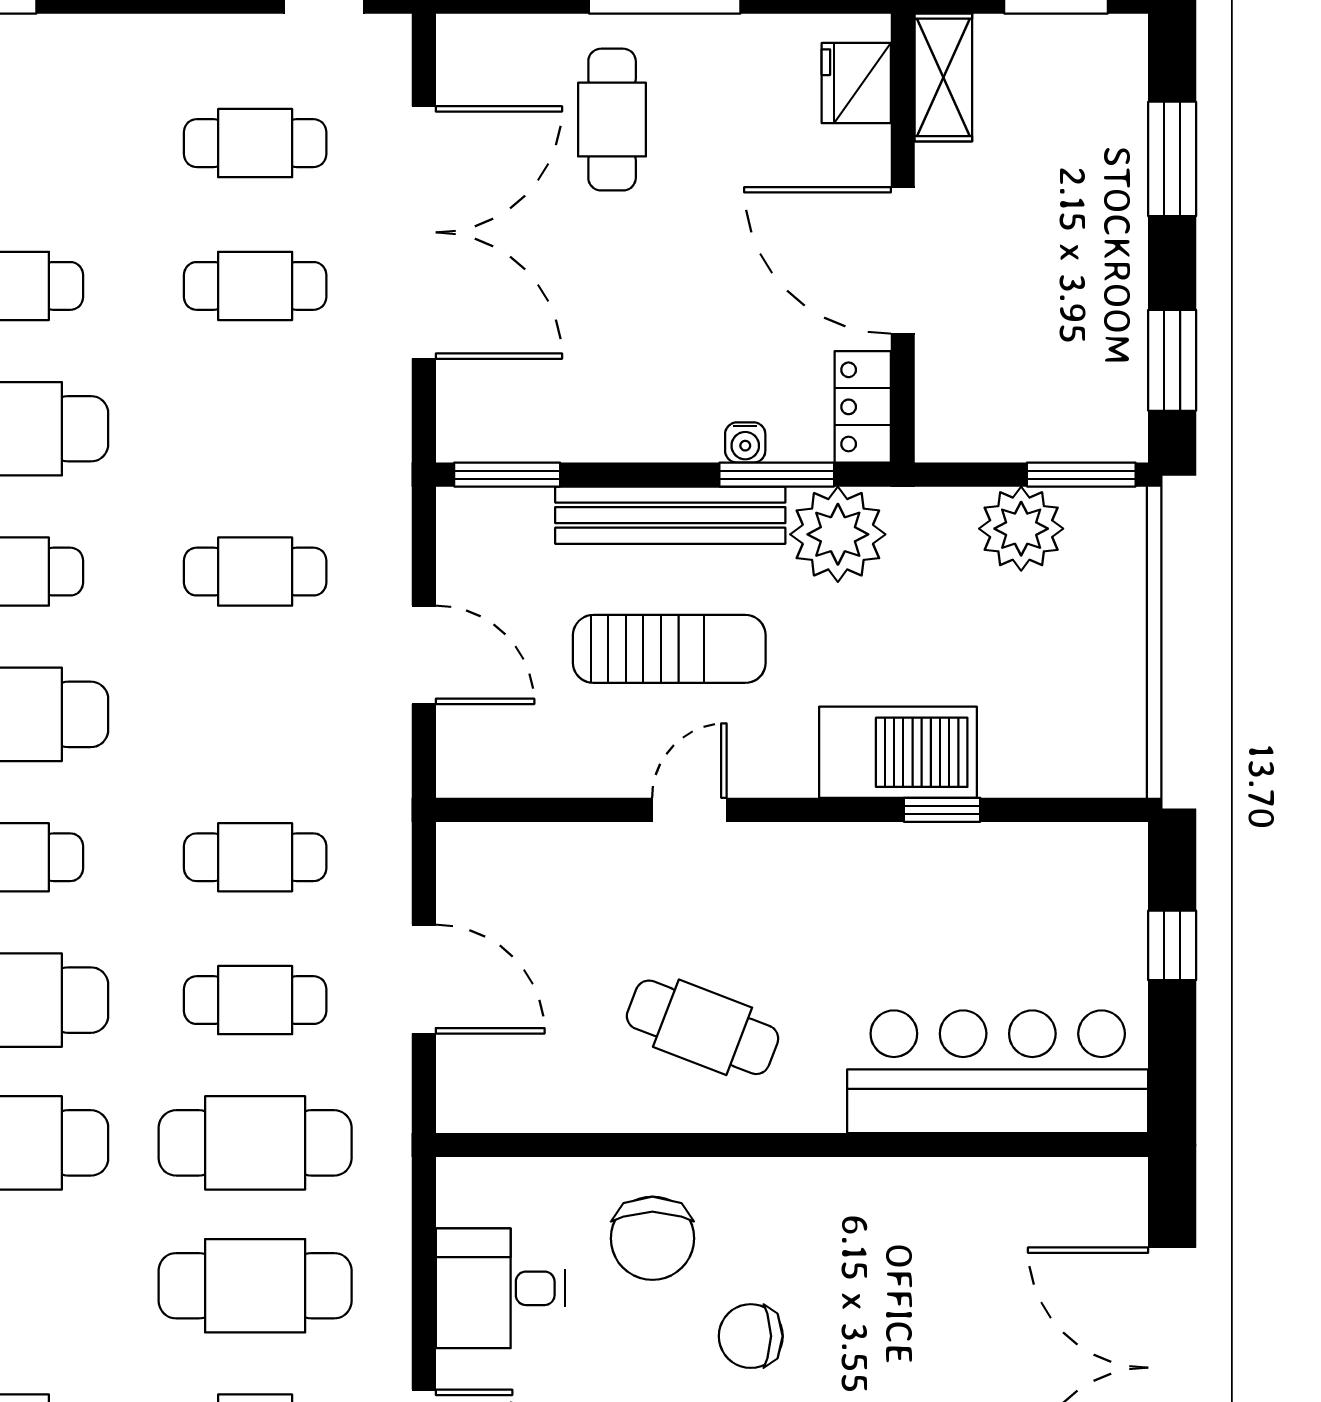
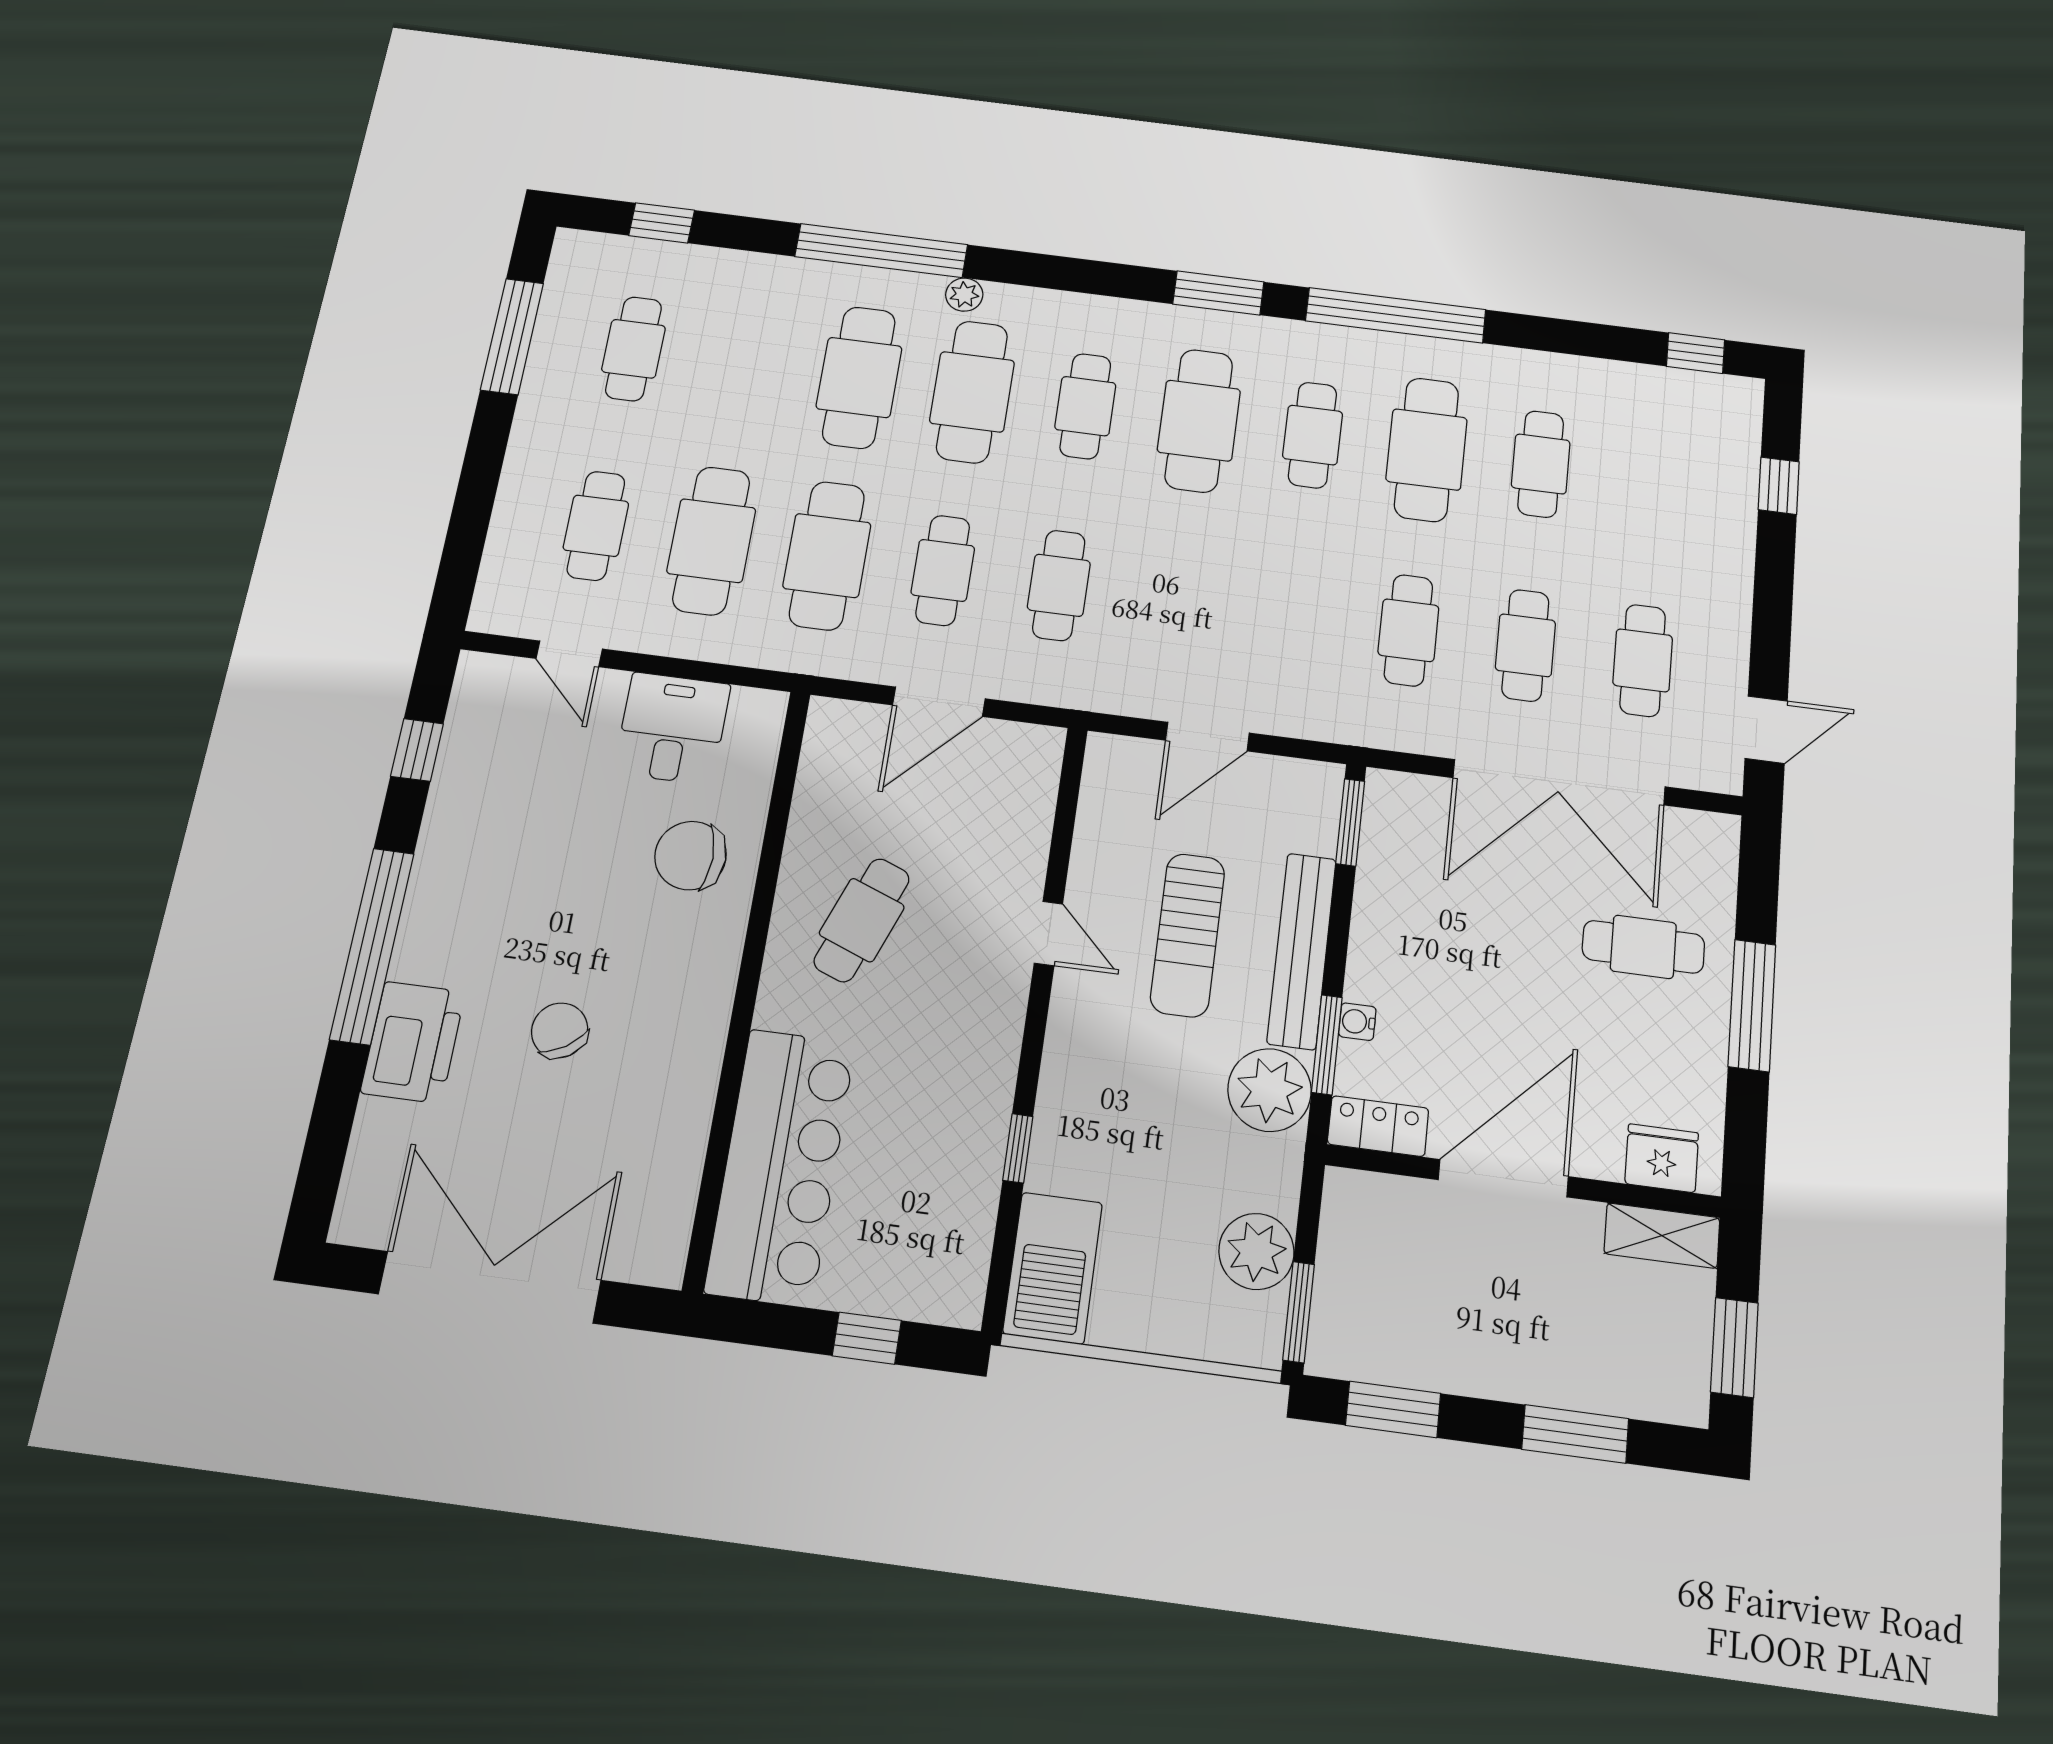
cafe table: (255, 572) -> (1408, 630), moved
barbecue: (898, 752) -> (1053, 1268), moved
chair: (751, 1336) -> (560, 1030), moved, turned -33

